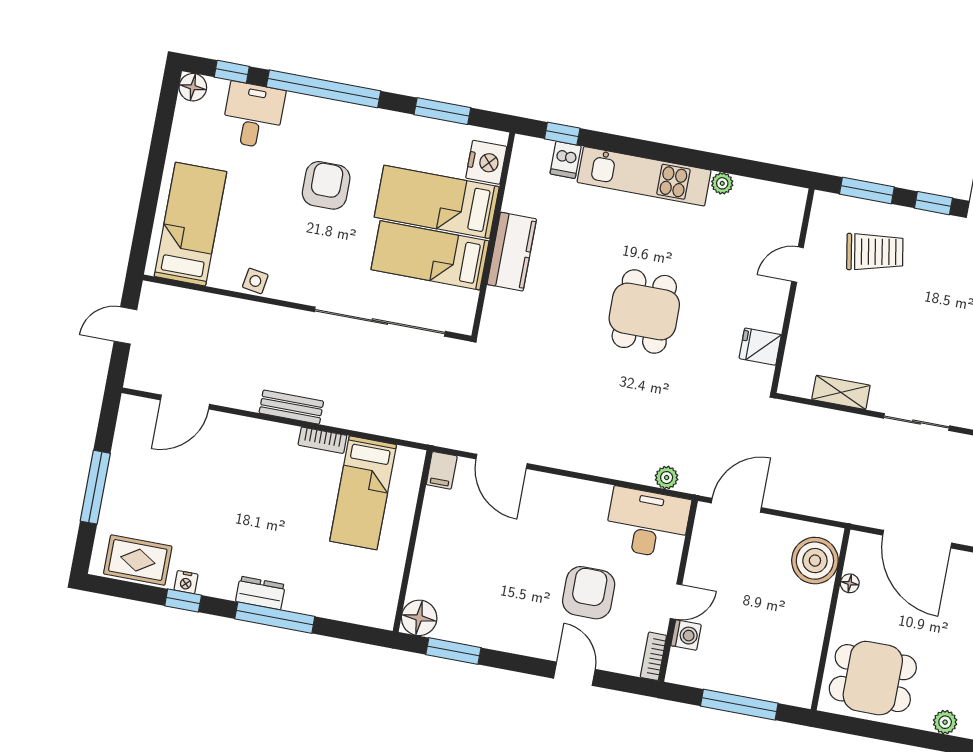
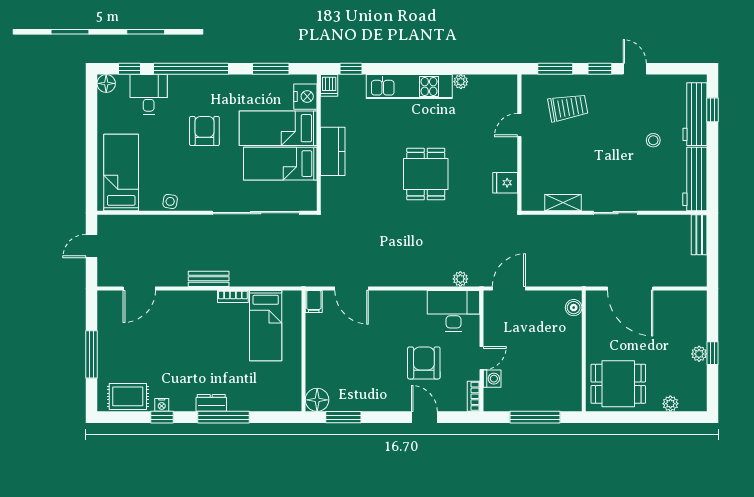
dishwasher: (566, 160) -> (329, 85), moved
boiler: (815, 561) -> (574, 308), width x0.54, depth x0.54
floor lamp: (850, 583) -> (592, 325), removed

